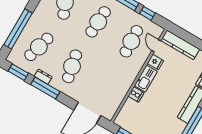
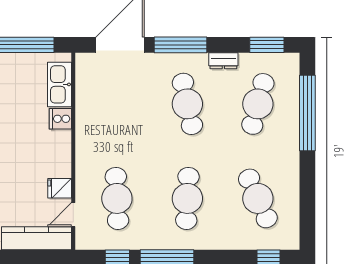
door: (156, 46) -> (73, 215), swing flipped
kitchen sink: (146, 78) -> (60, 84), moved
window: (45, 88) -> (180, 45), moved

